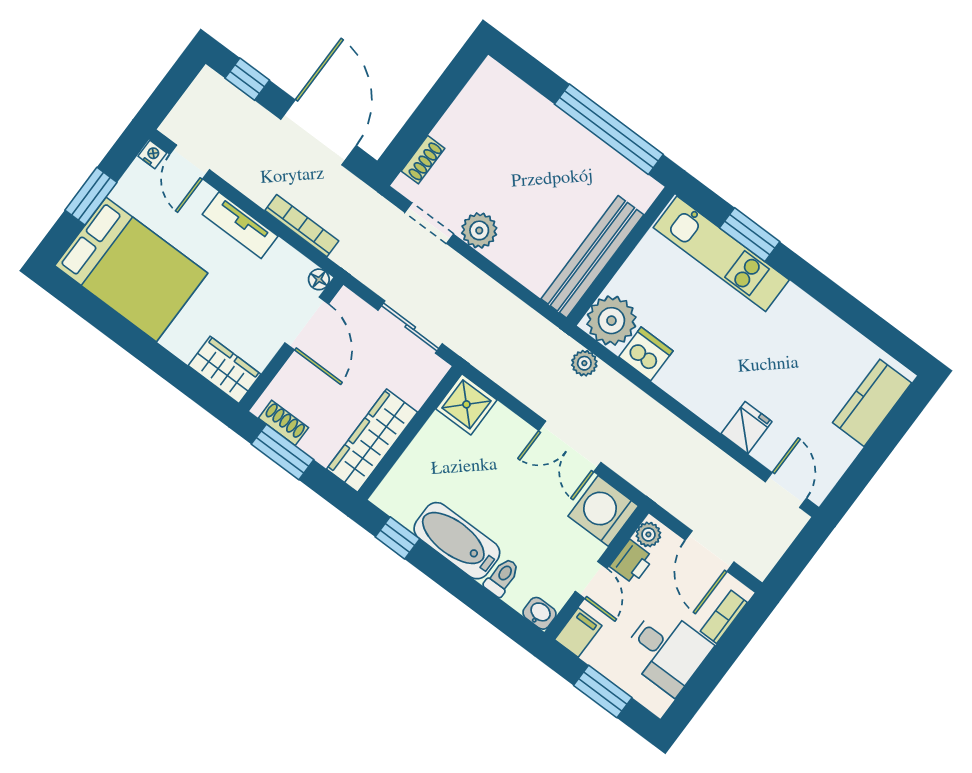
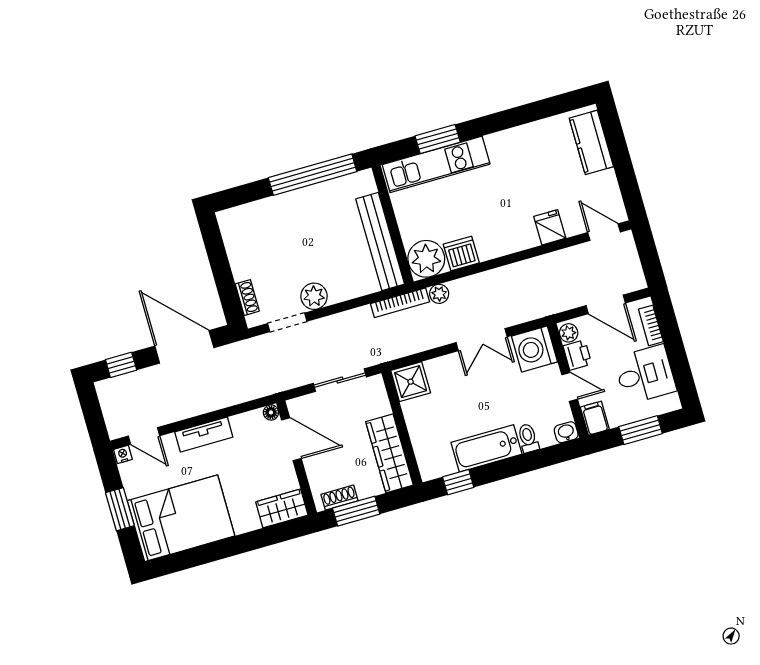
bookcase: (302, 226) -> (400, 303), moved, turned 180

